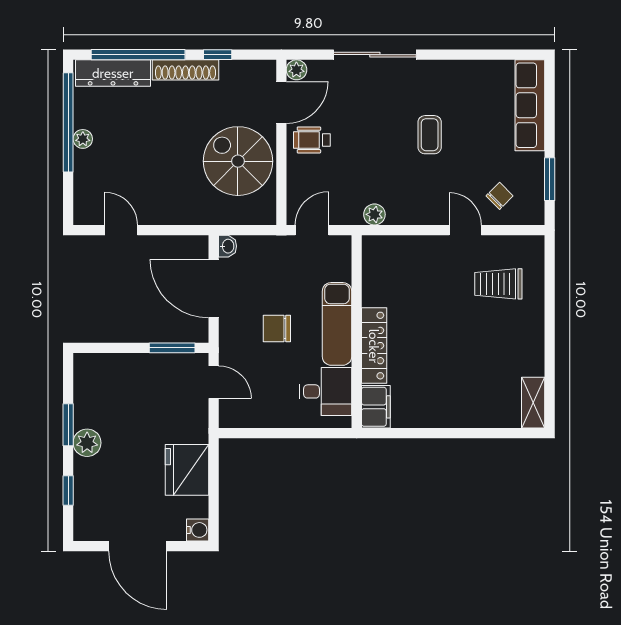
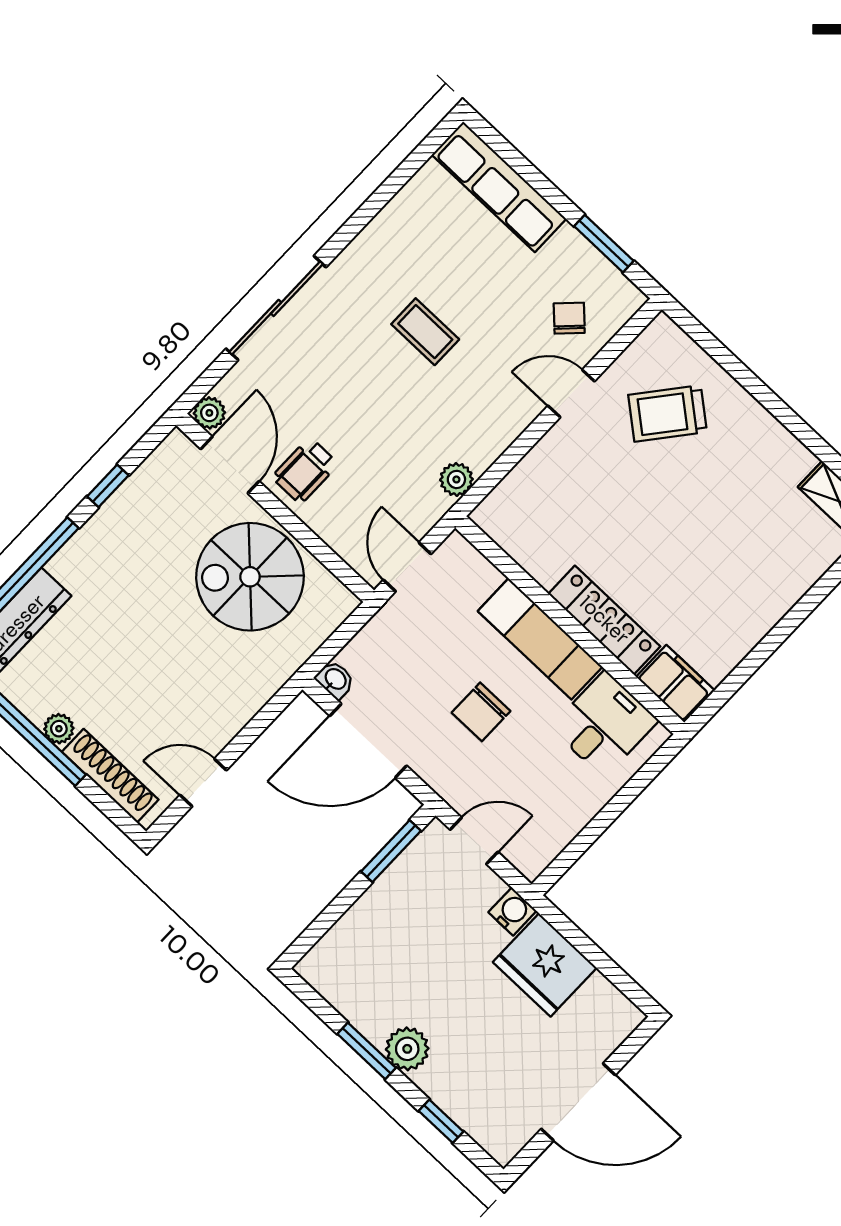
shoe rack: (185, 70) -> (110, 776), moved, turned -90
trolley: (498, 284) -> (668, 413), turned 39
water cooler: (198, 530) -> (512, 912), moved

